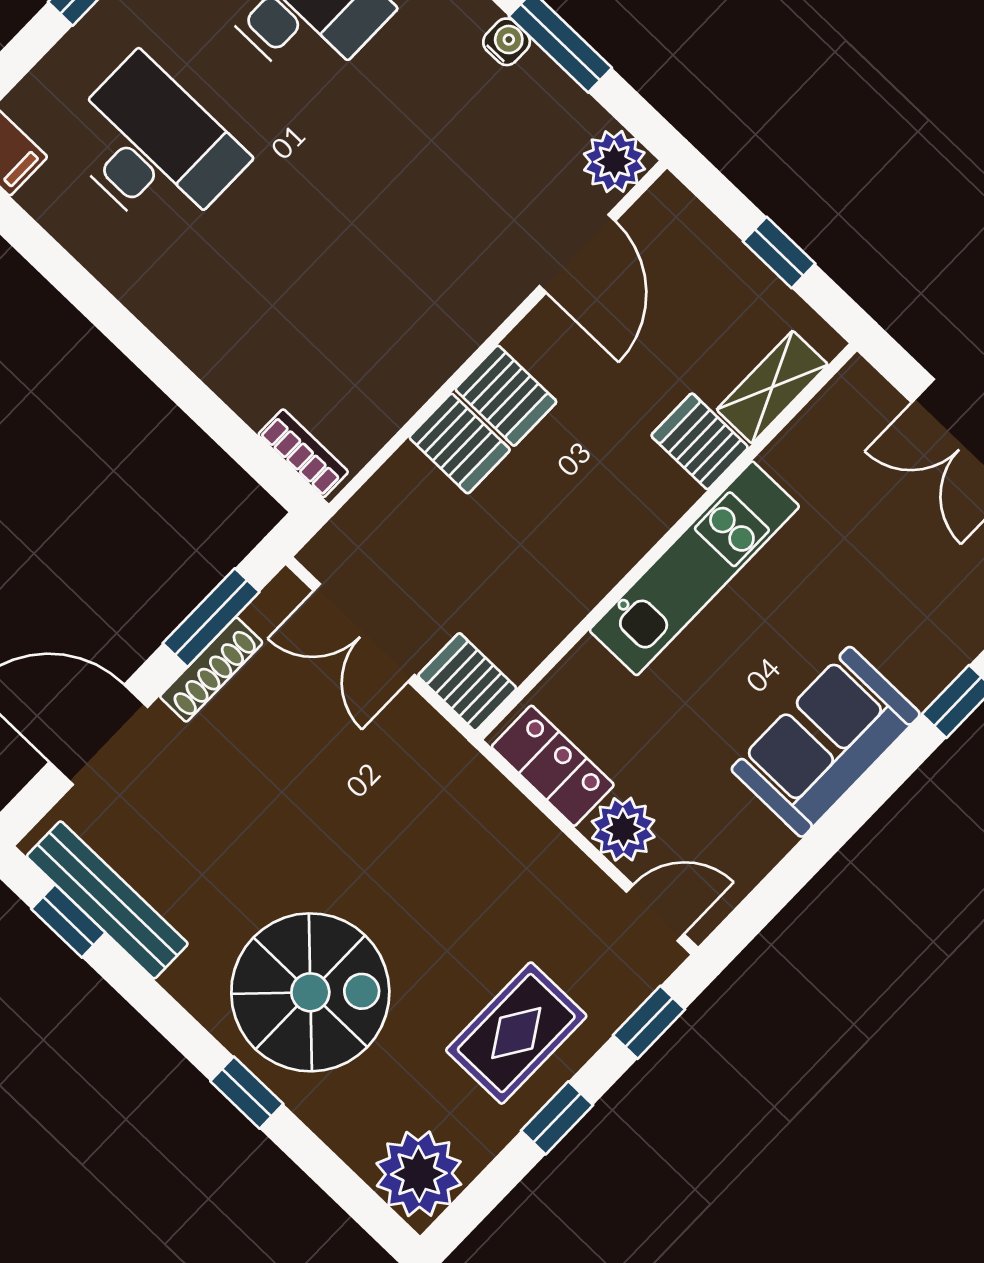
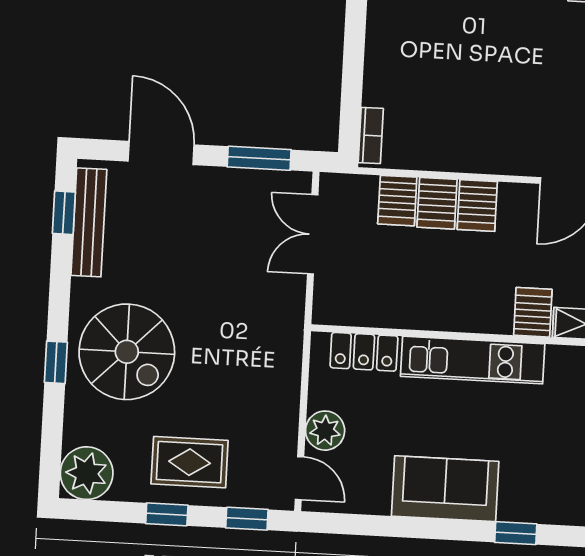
shoe rack: (211, 670) -> (235, 179), removed
server rack: (467, 682) -> (397, 201), moved, turned 180
locker: (553, 766) -> (364, 352), moved, turned 90

